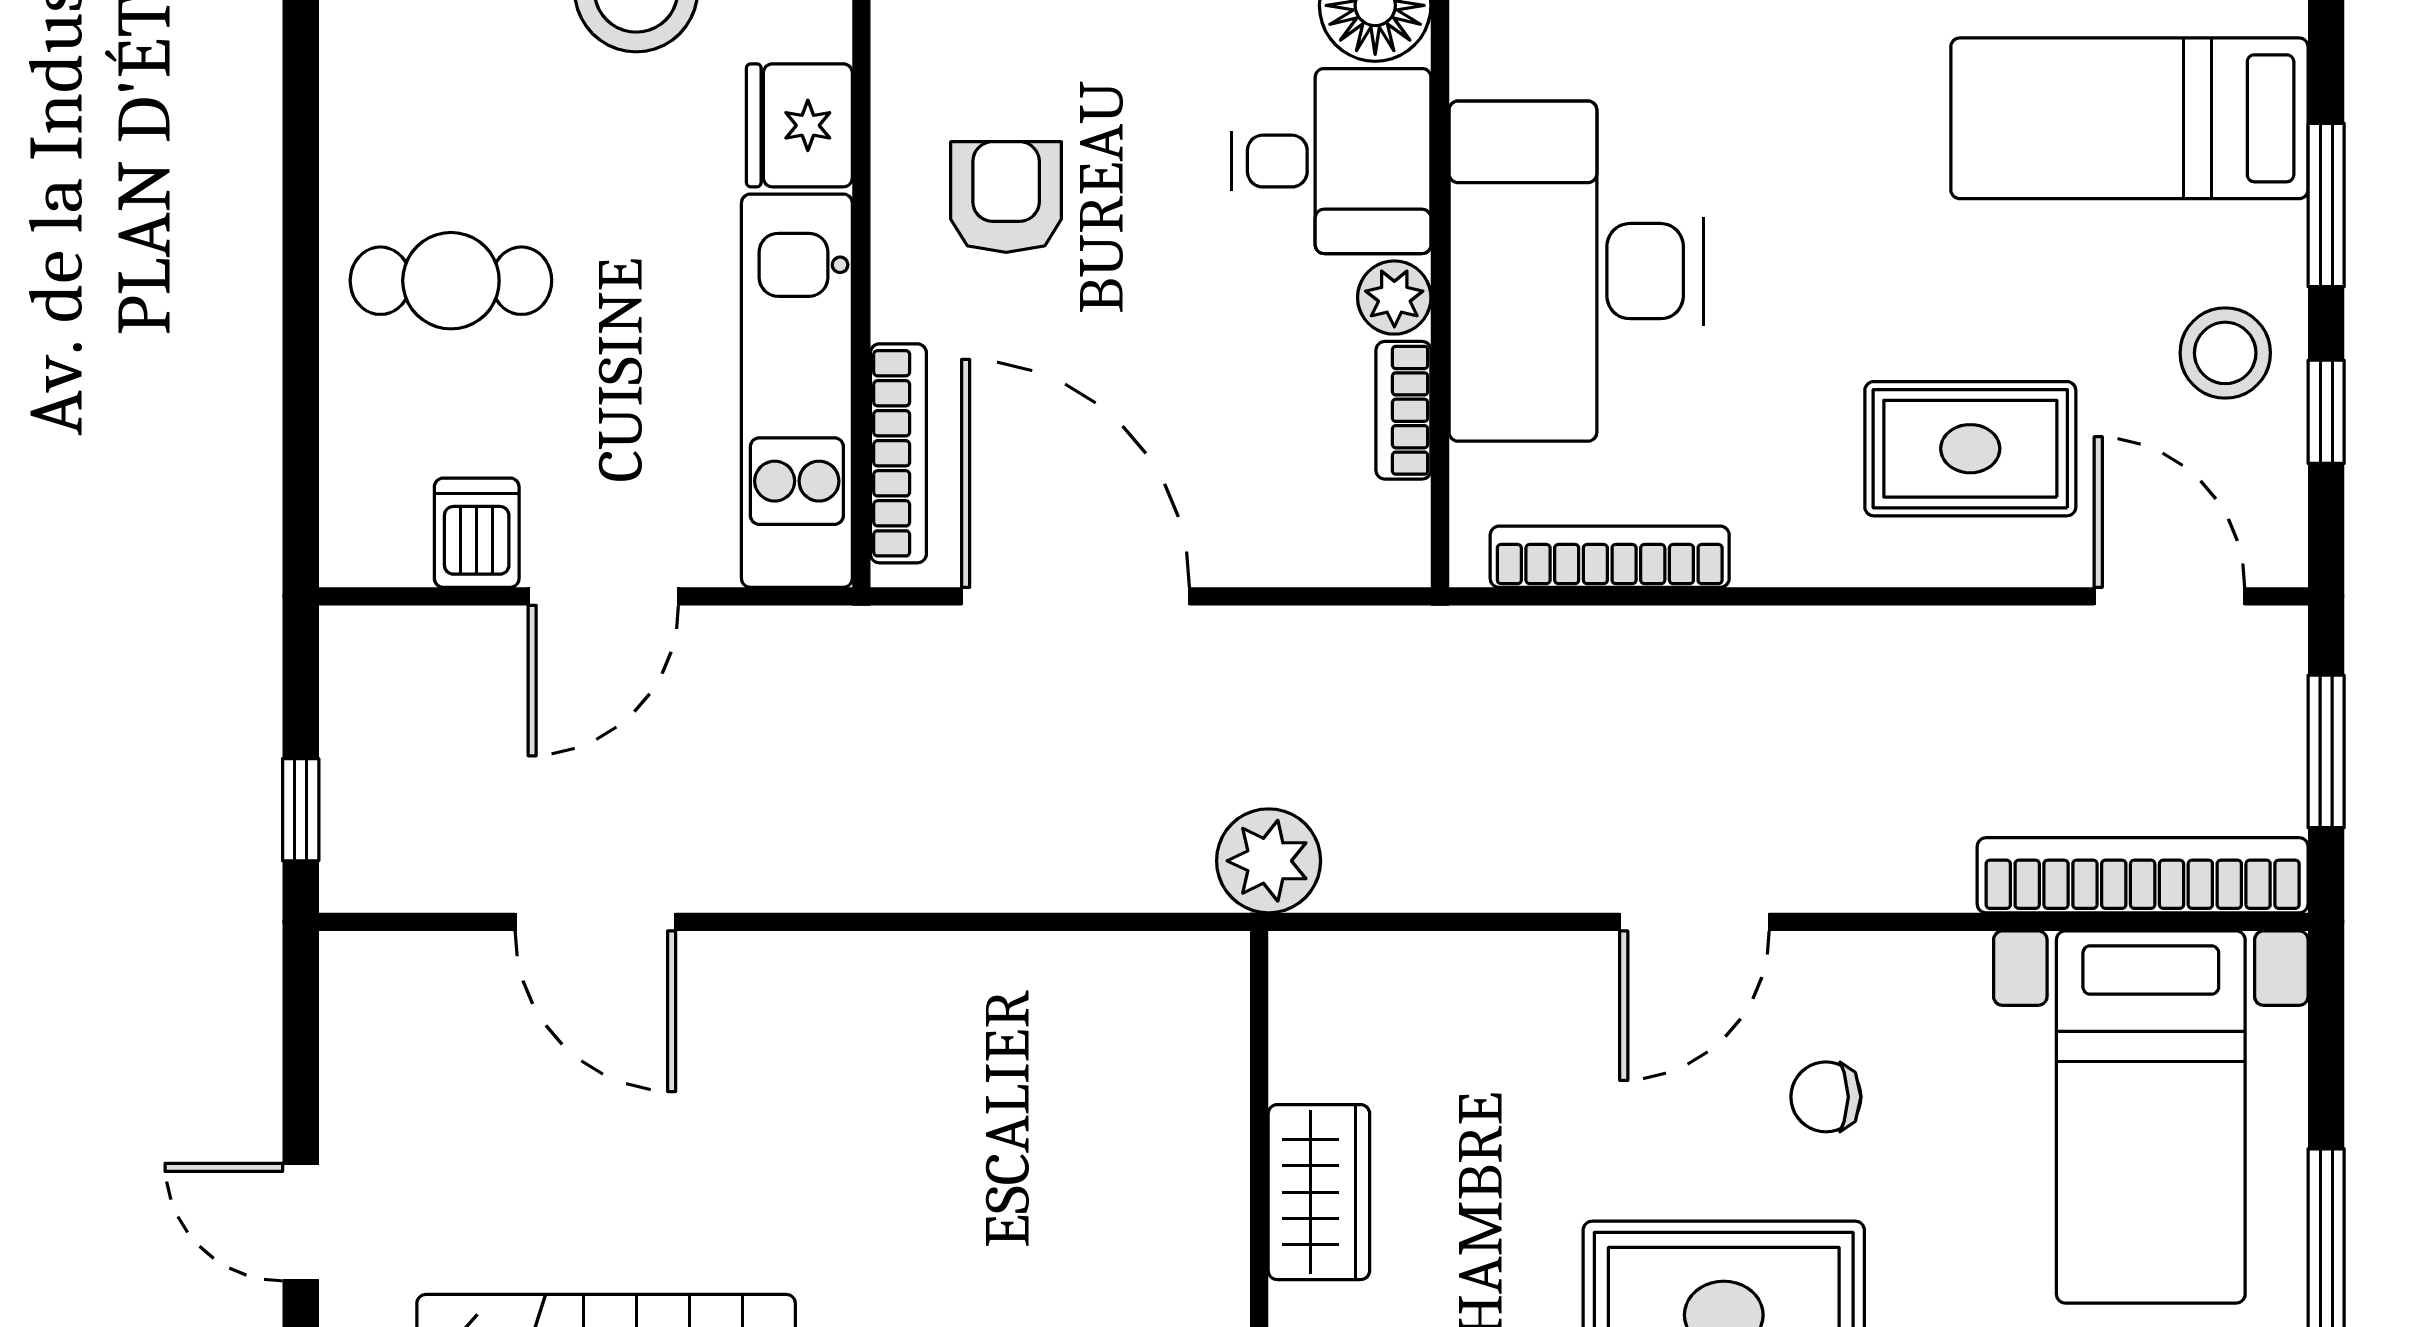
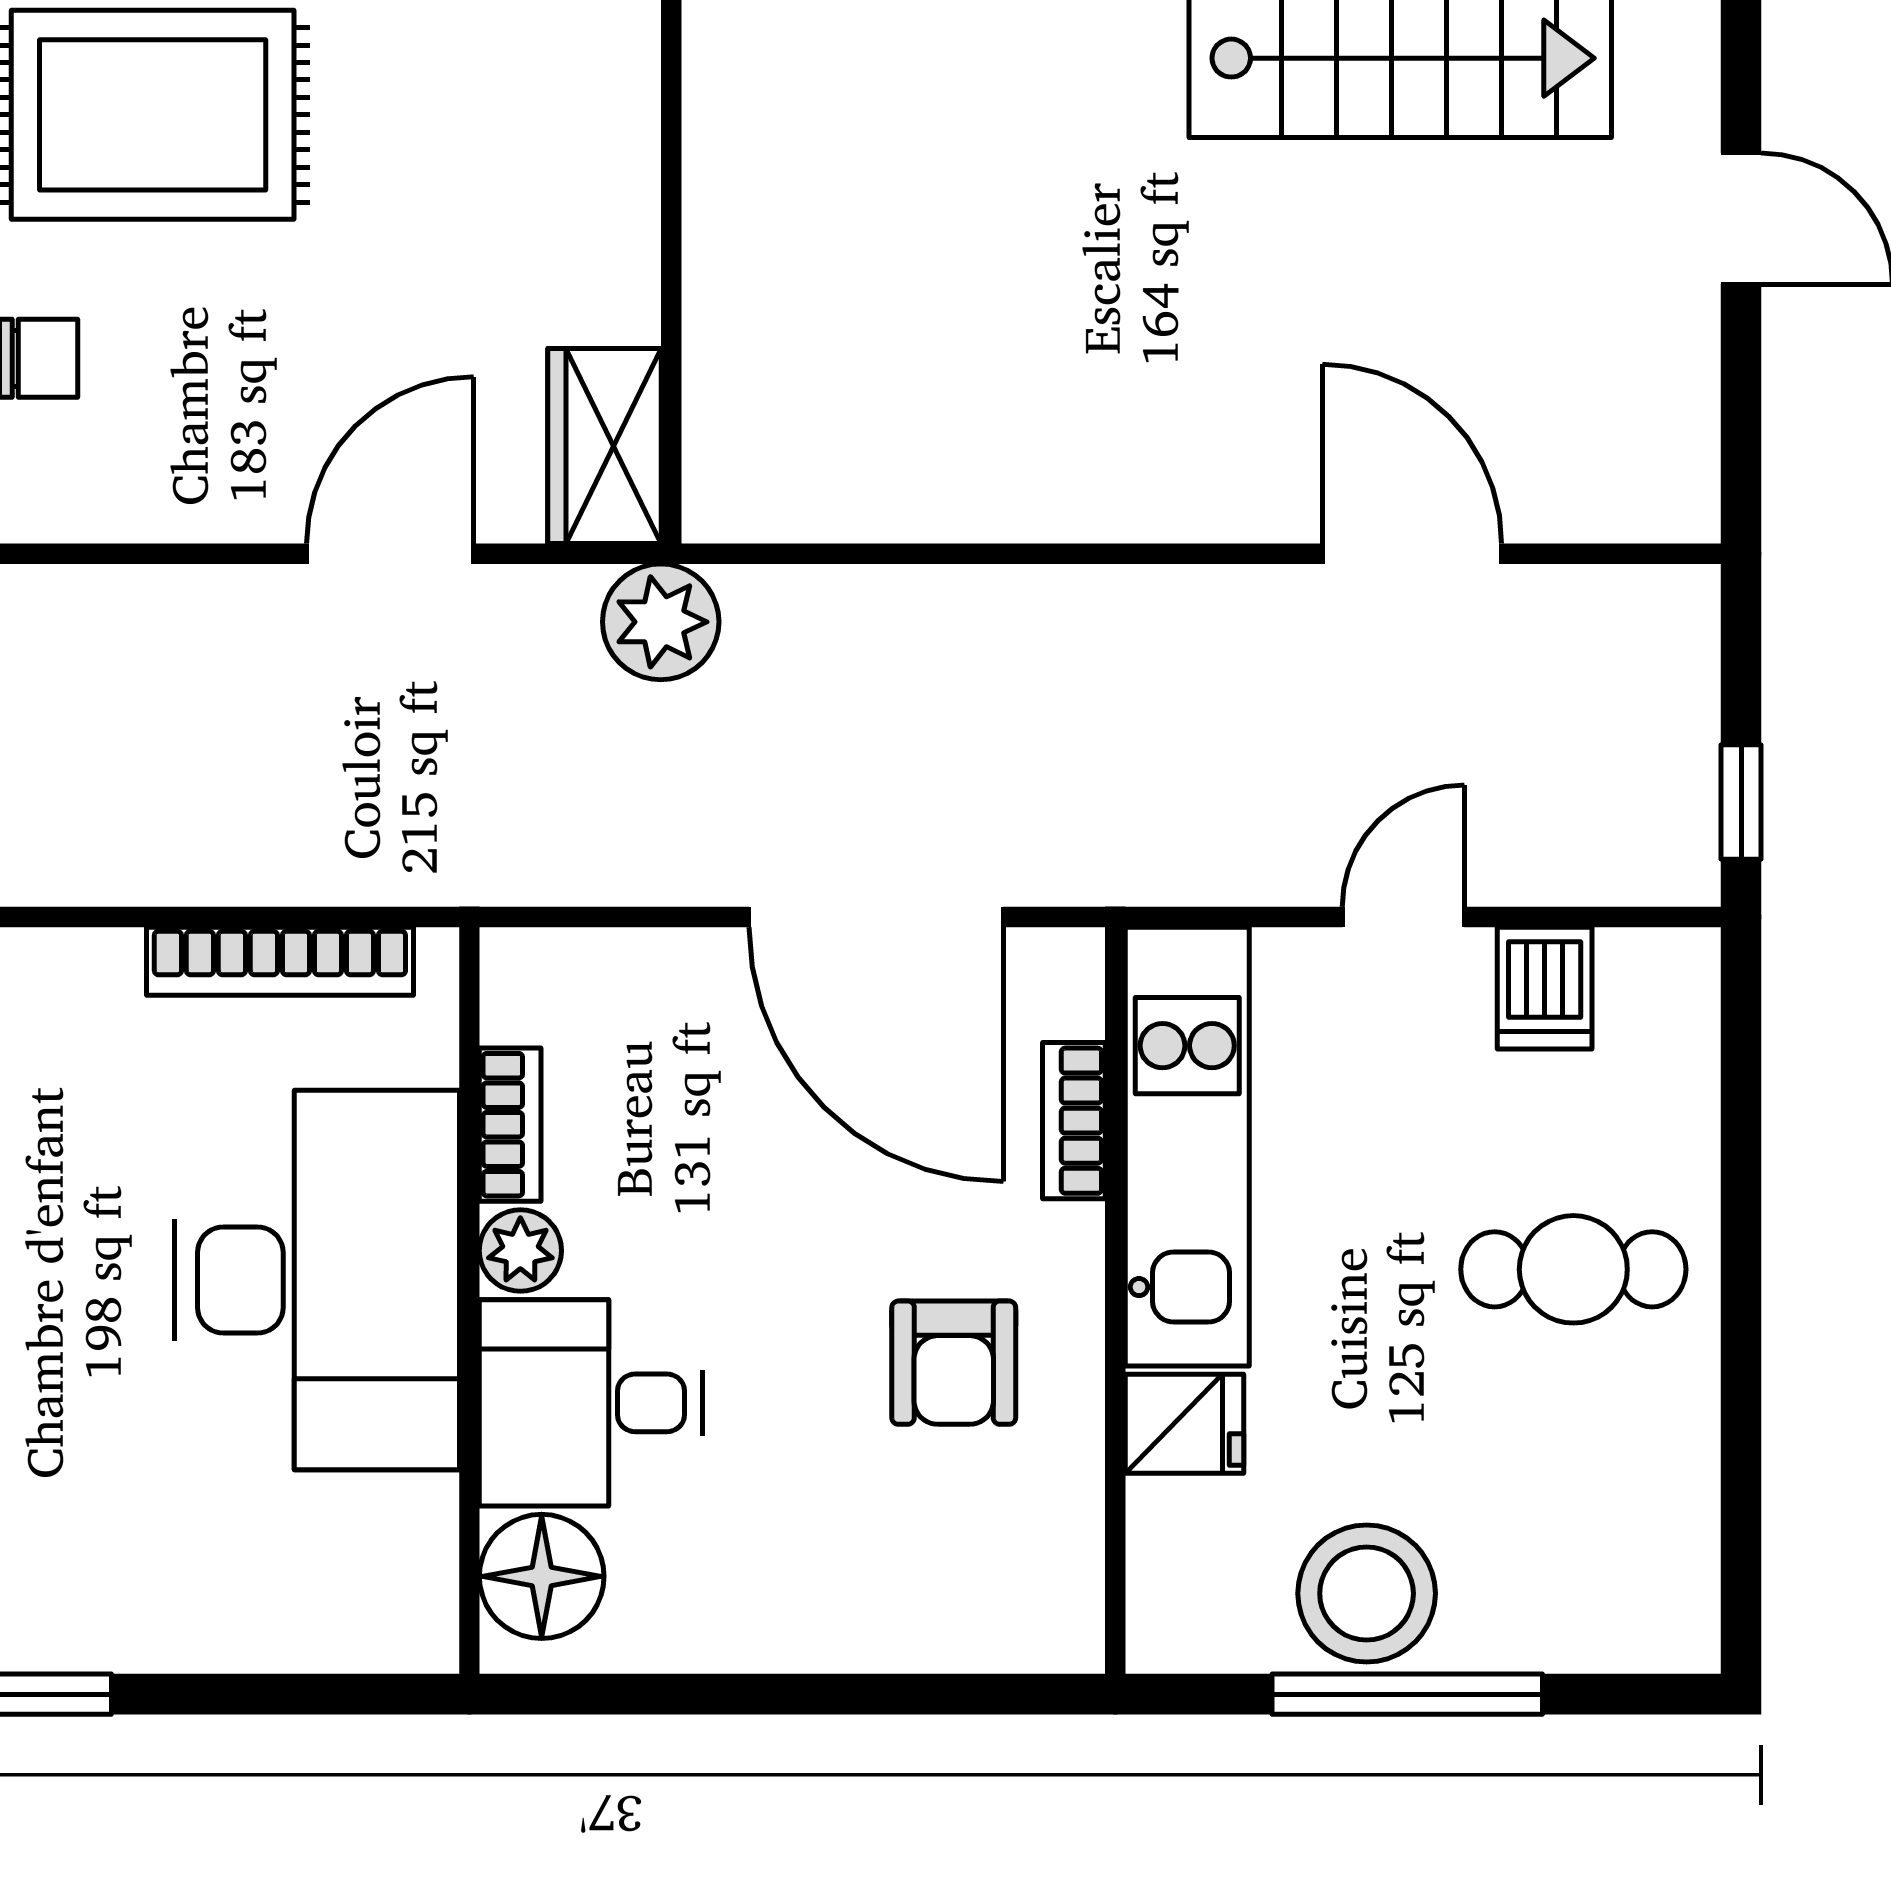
fridge: (799, 125) -> (1184, 1424), width x0.72
bookcase: (898, 453) -> (1074, 1121), width x0.64
door: (603, 596) -> (1403, 917), width x0.73
window: (301, 810) -> (1741, 802), moved
door: (1694, 922) -> (390, 554), moved
wardrobe: (1319, 1192) -> (604, 446), moved

